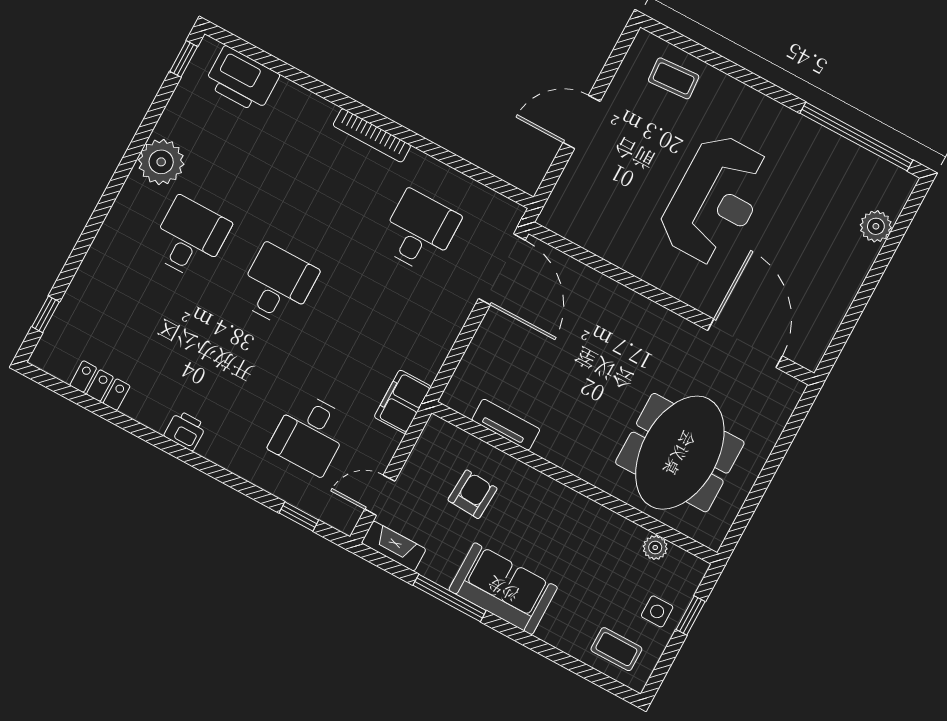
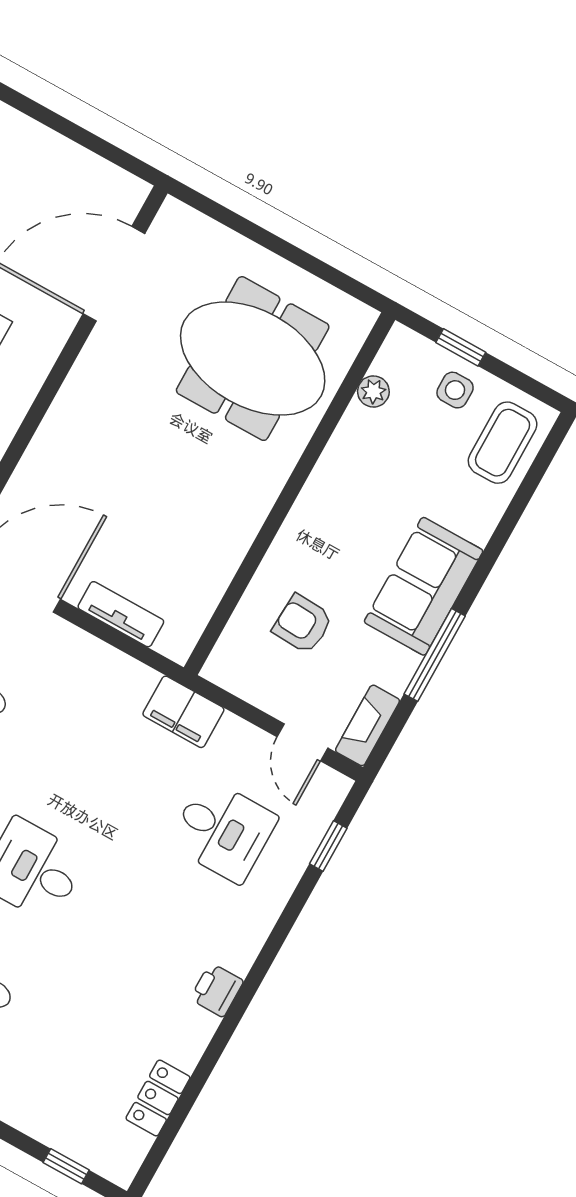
tv unit: (506, 425) -> (121, 614), moved, turned 90
coffee table: (616, 649) -> (503, 443), width x1.36, depth x1.30

